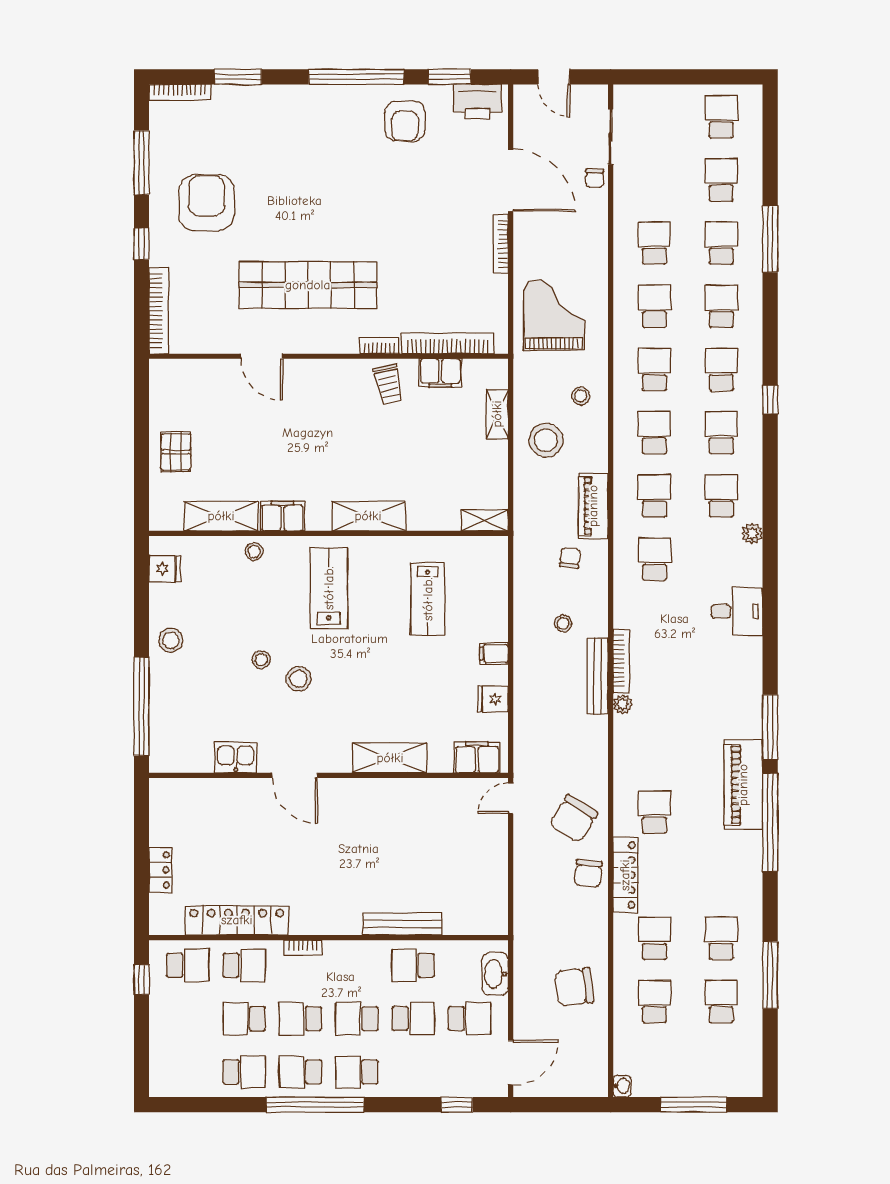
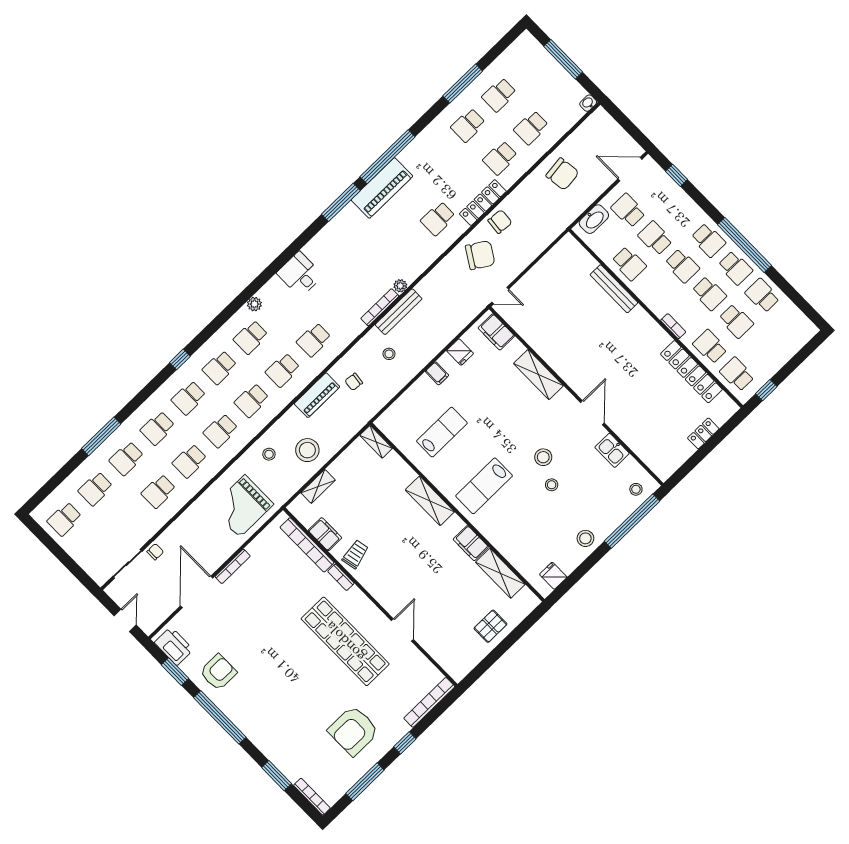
stool: (254, 551) -> (636, 489), moved

